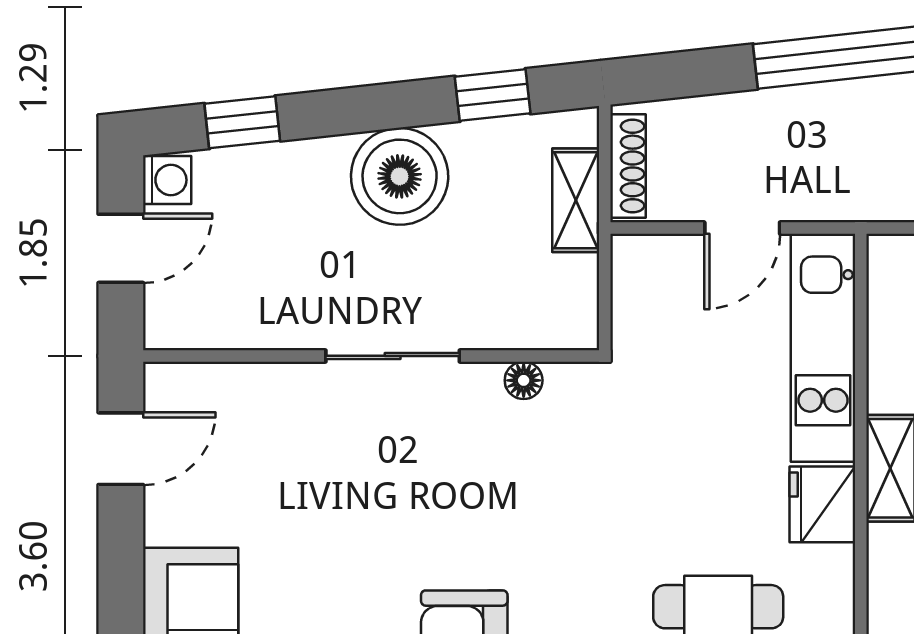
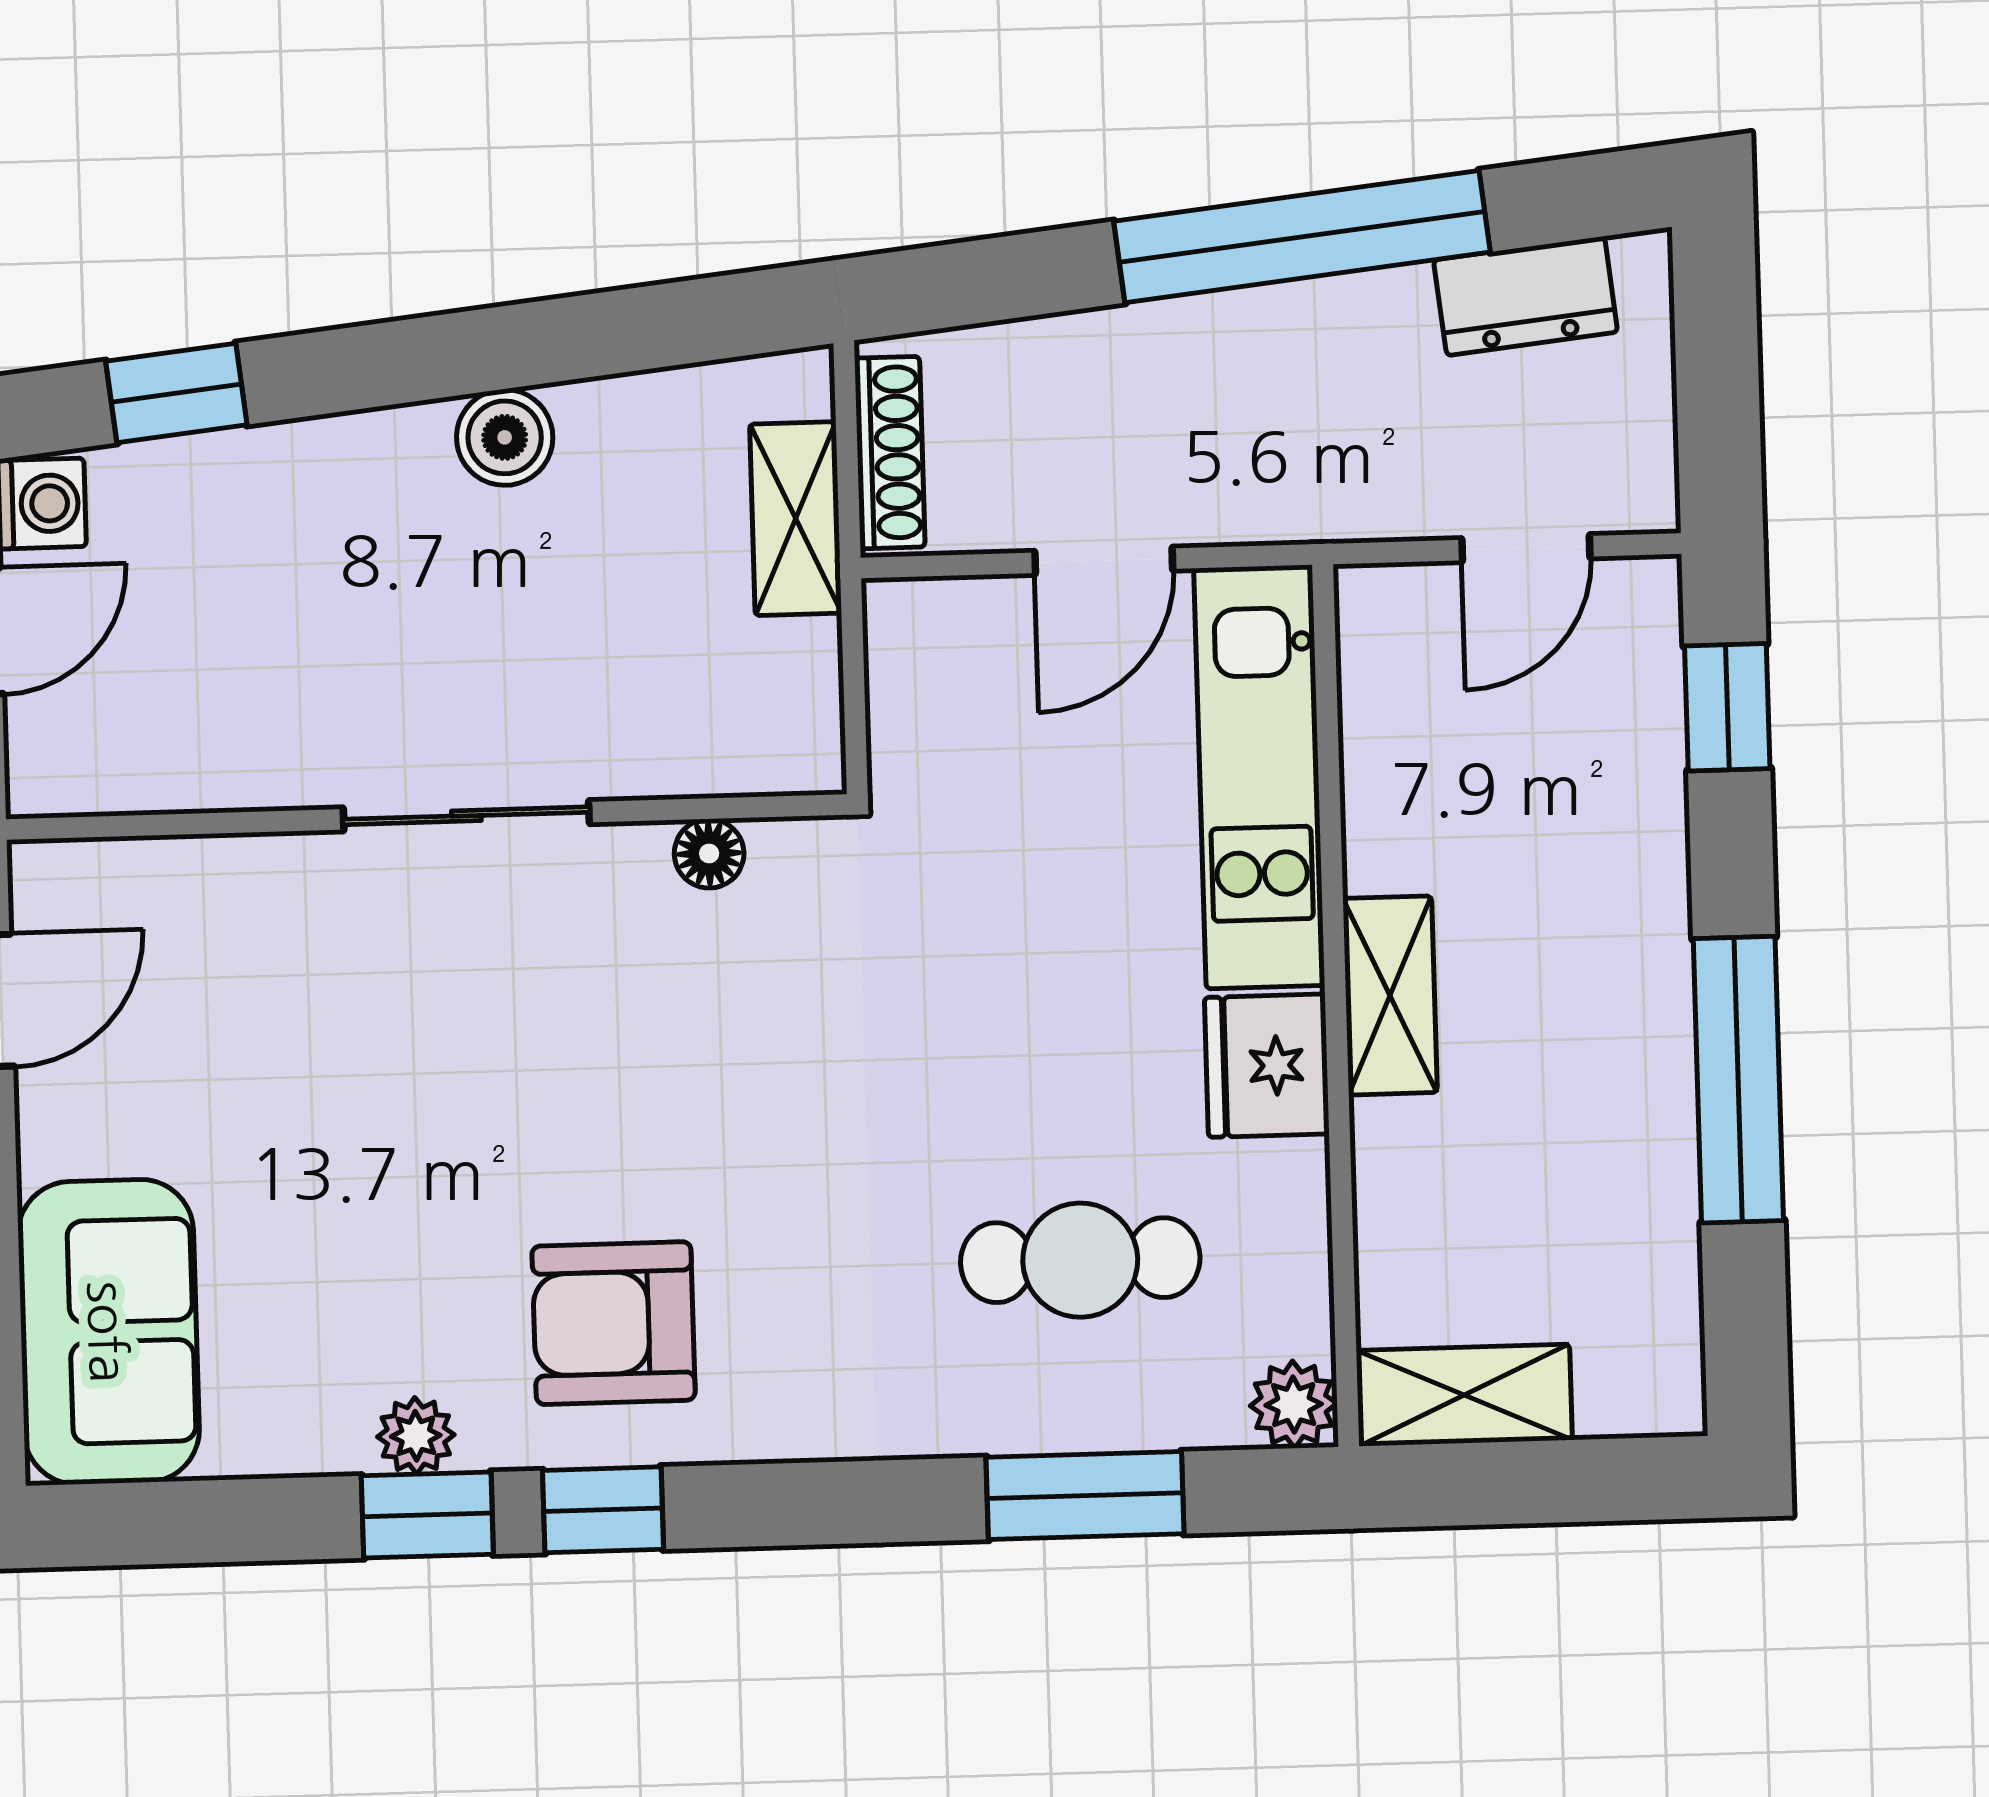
window: (493, 95) -> (636, 329), removed
boiler: (400, 176) -> (505, 437), width x0.54, depth x0.54

